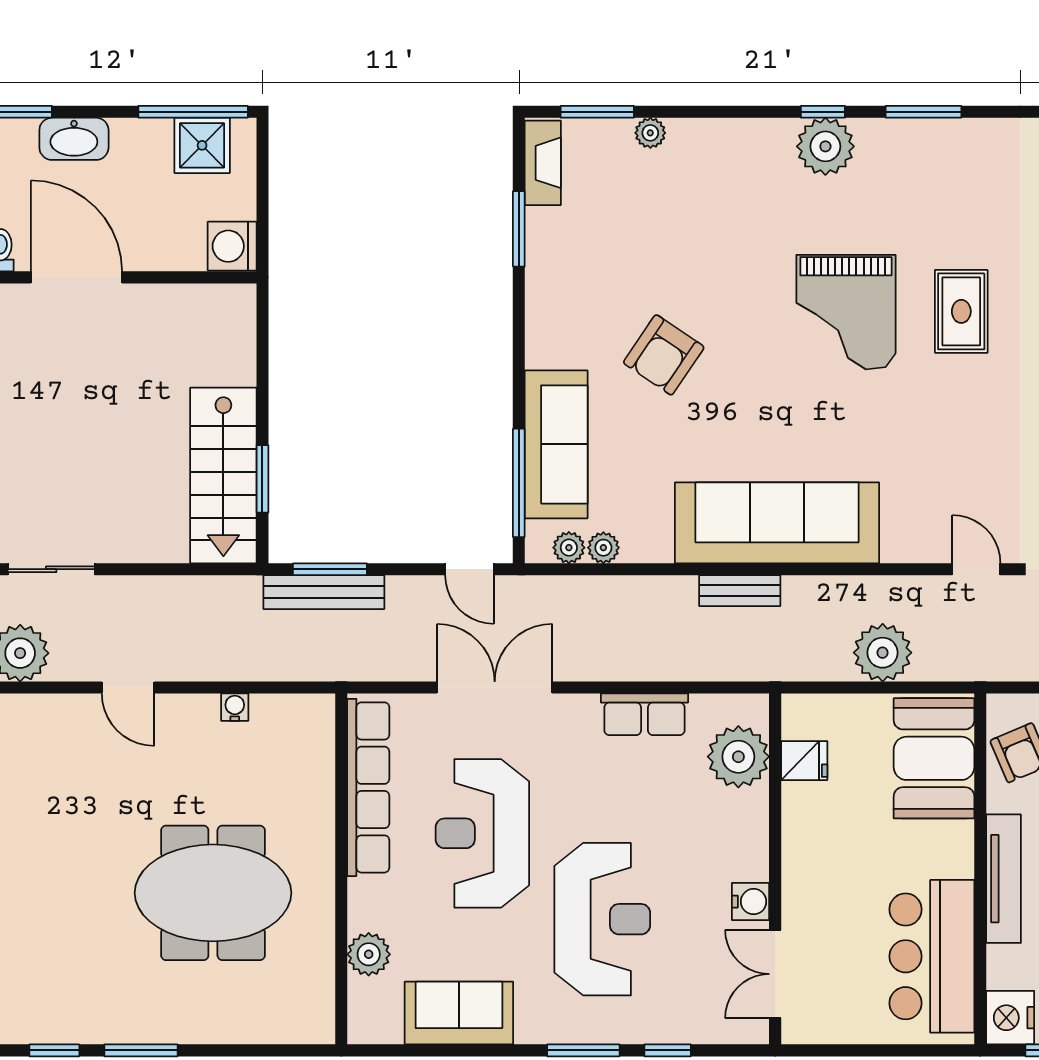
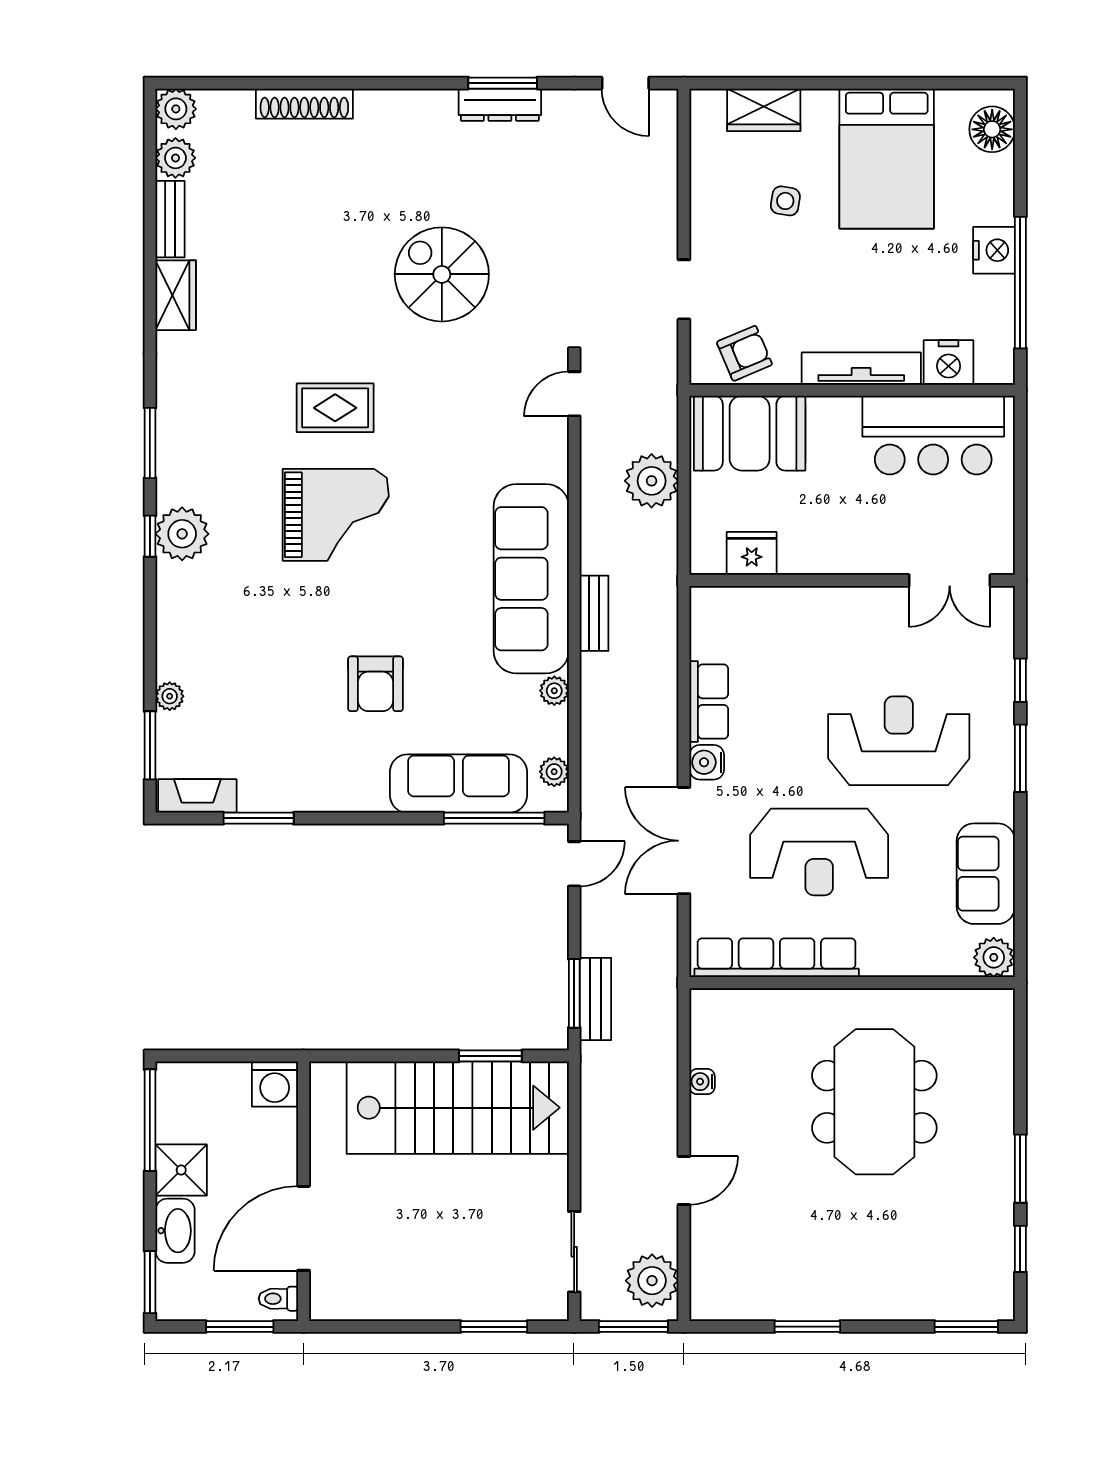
shower: (202, 145) -> (181, 1170), moved
armchair: (664, 355) -> (375, 684), turned 56
stairs: (223, 475) -> (458, 1108), width x1.36, depth x1.51
plant: (603, 548) -> (554, 691), moved
bench: (324, 592) -> (595, 999), width x0.73
plant: (738, 757) -> (748, 615), removed
fridge: (804, 761) -> (752, 553), width x1.38
water cooler: (751, 902) -> (707, 762), moved, turned -90
plant: (369, 954) -> (994, 957), moved
nightstand: (1010, 1018) -> (949, 362), moved

